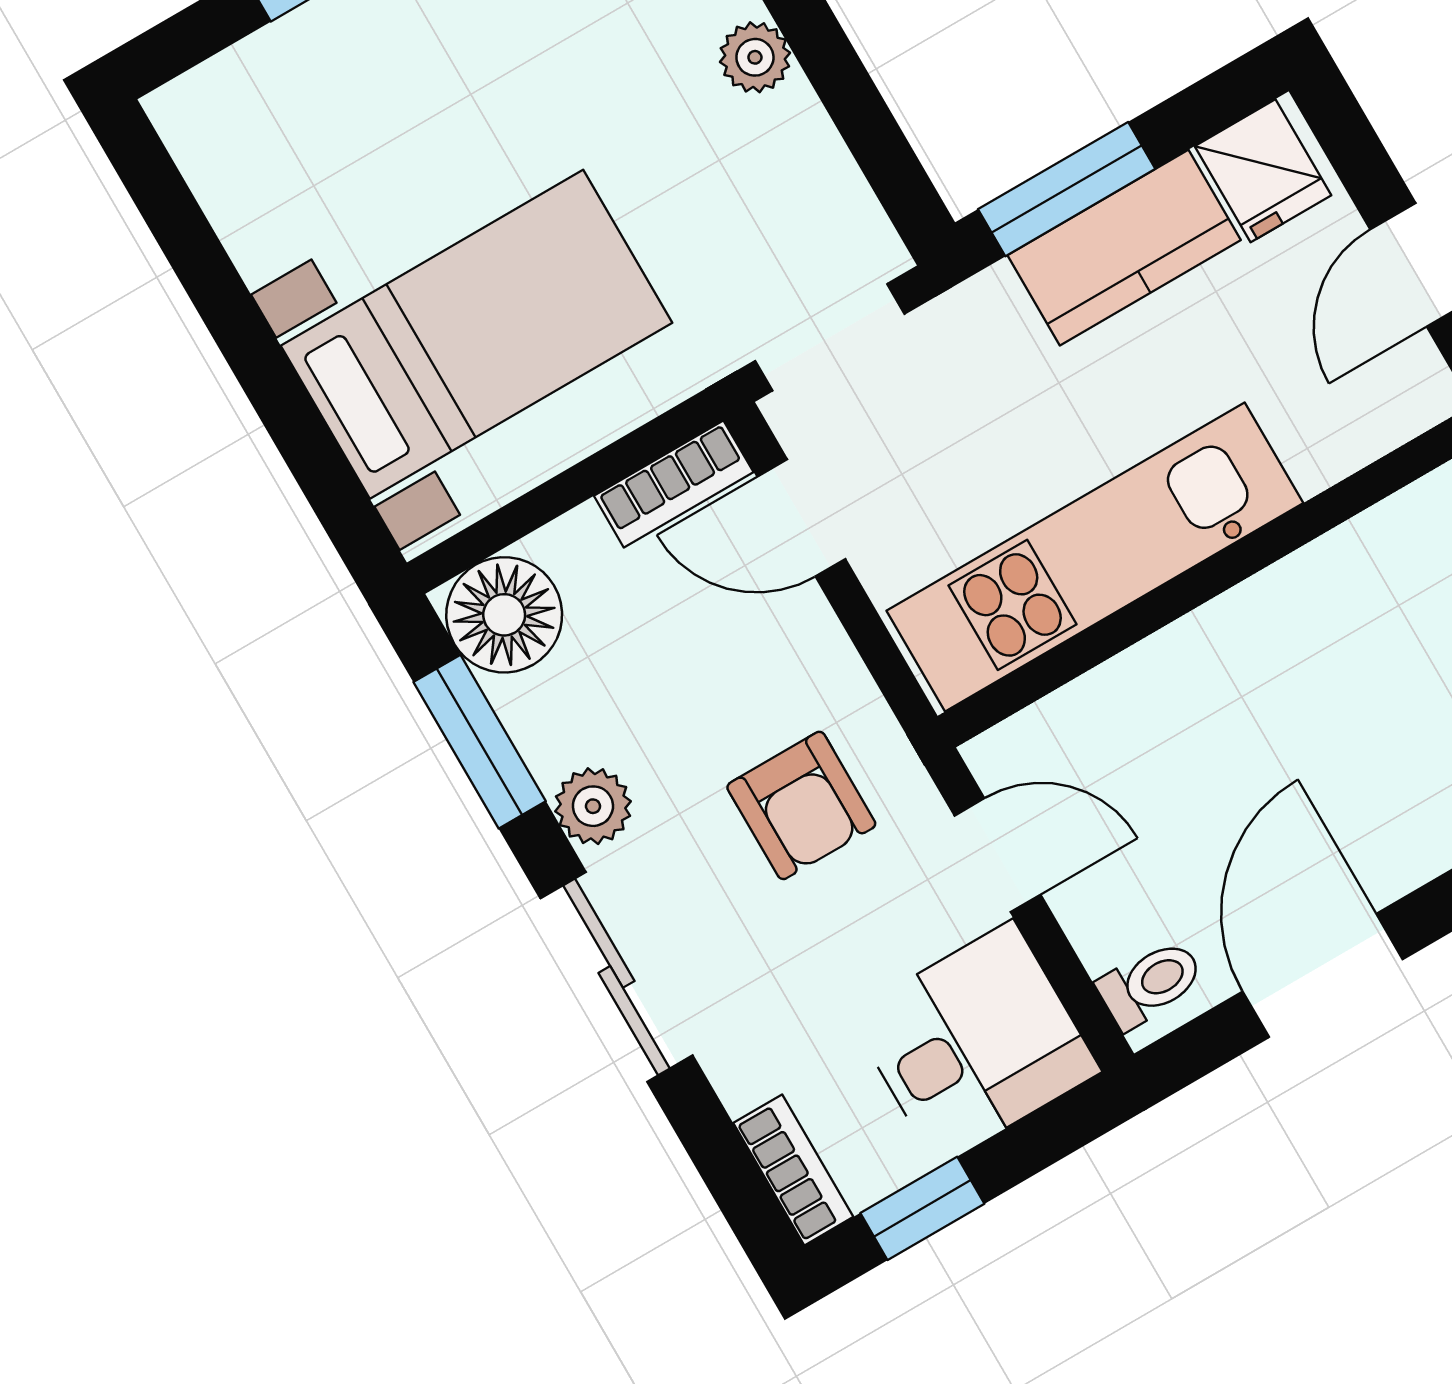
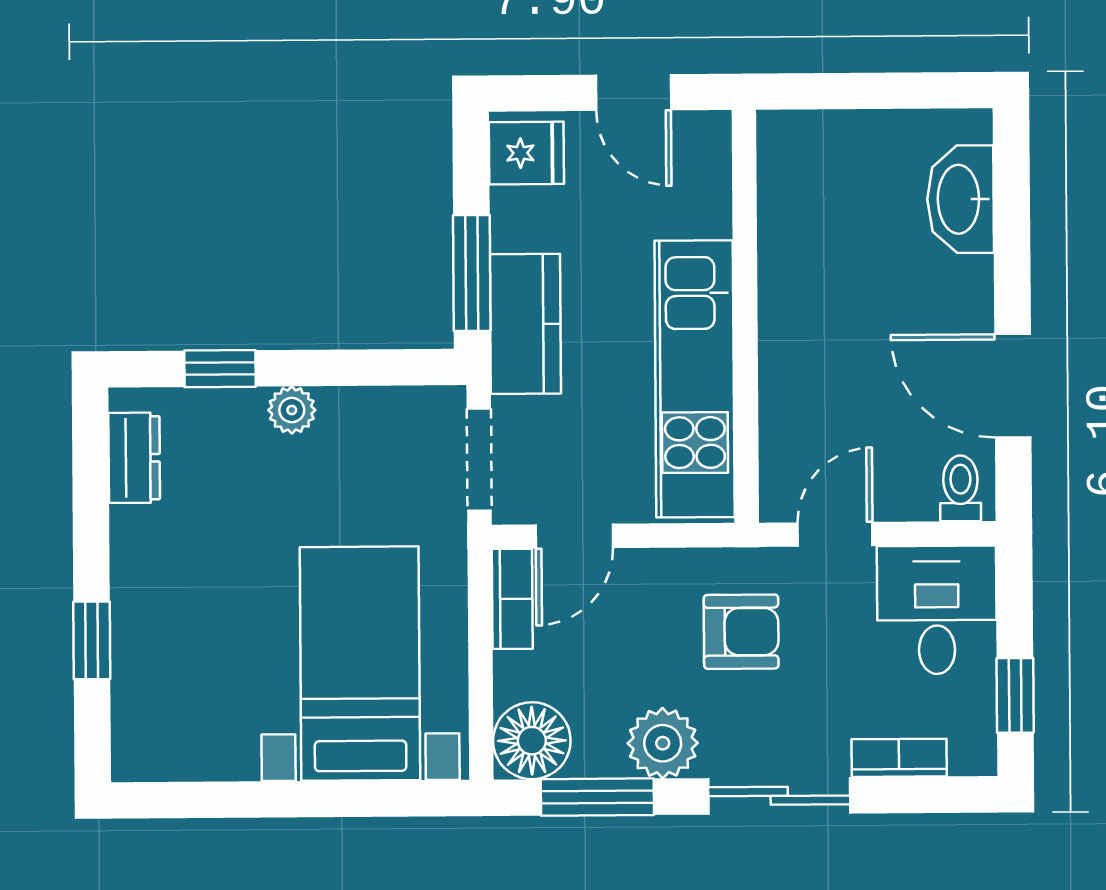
kitchen counter: (1124, 248) -> (525, 324), moved
plant: (593, 806) -> (663, 743), width x1.38, depth x1.38
bookcase: (793, 1170) -> (899, 758), moved

